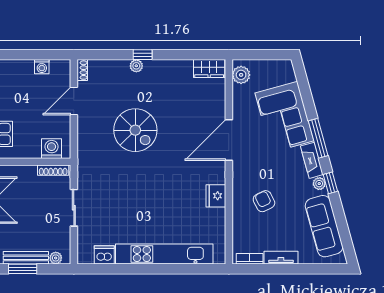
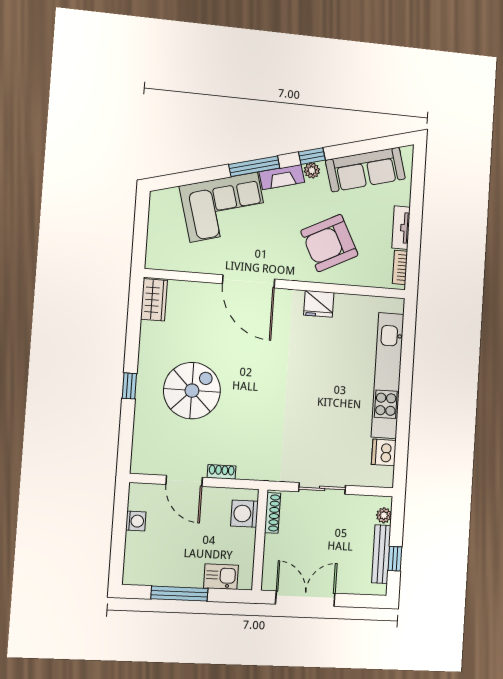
plant: (136, 66) -> (144, 395), removed
shoe rack: (82, 70) -> (222, 472), moved
plant: (241, 75) -> (165, 259), removed
spiral stairs: (135, 130) -> (192, 391), moved
armchair: (264, 201) -> (329, 243), width x1.88, depth x1.88
window: (23, 269) -> (395, 559), width x0.67

